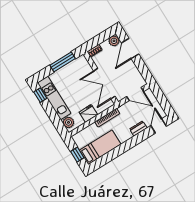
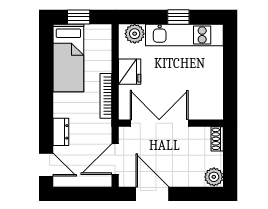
door: (130, 48) -> (152, 194), moved
window: (63, 62) -> (230, 81), removed
window: (40, 95) -> (178, 17), moved

